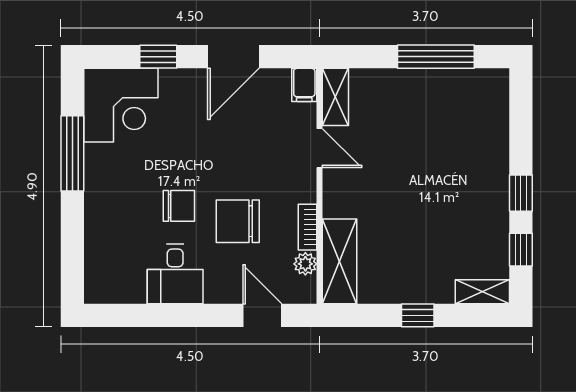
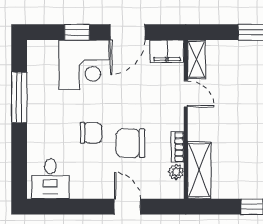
filing cabinet: (304, 85) -> (167, 51), width x2.00
corner desk: (121, 105) -> (84, 65), moved
desk: (175, 274) -> (50, 179), moved
door: (262, 315) -> (127, 207), moved

